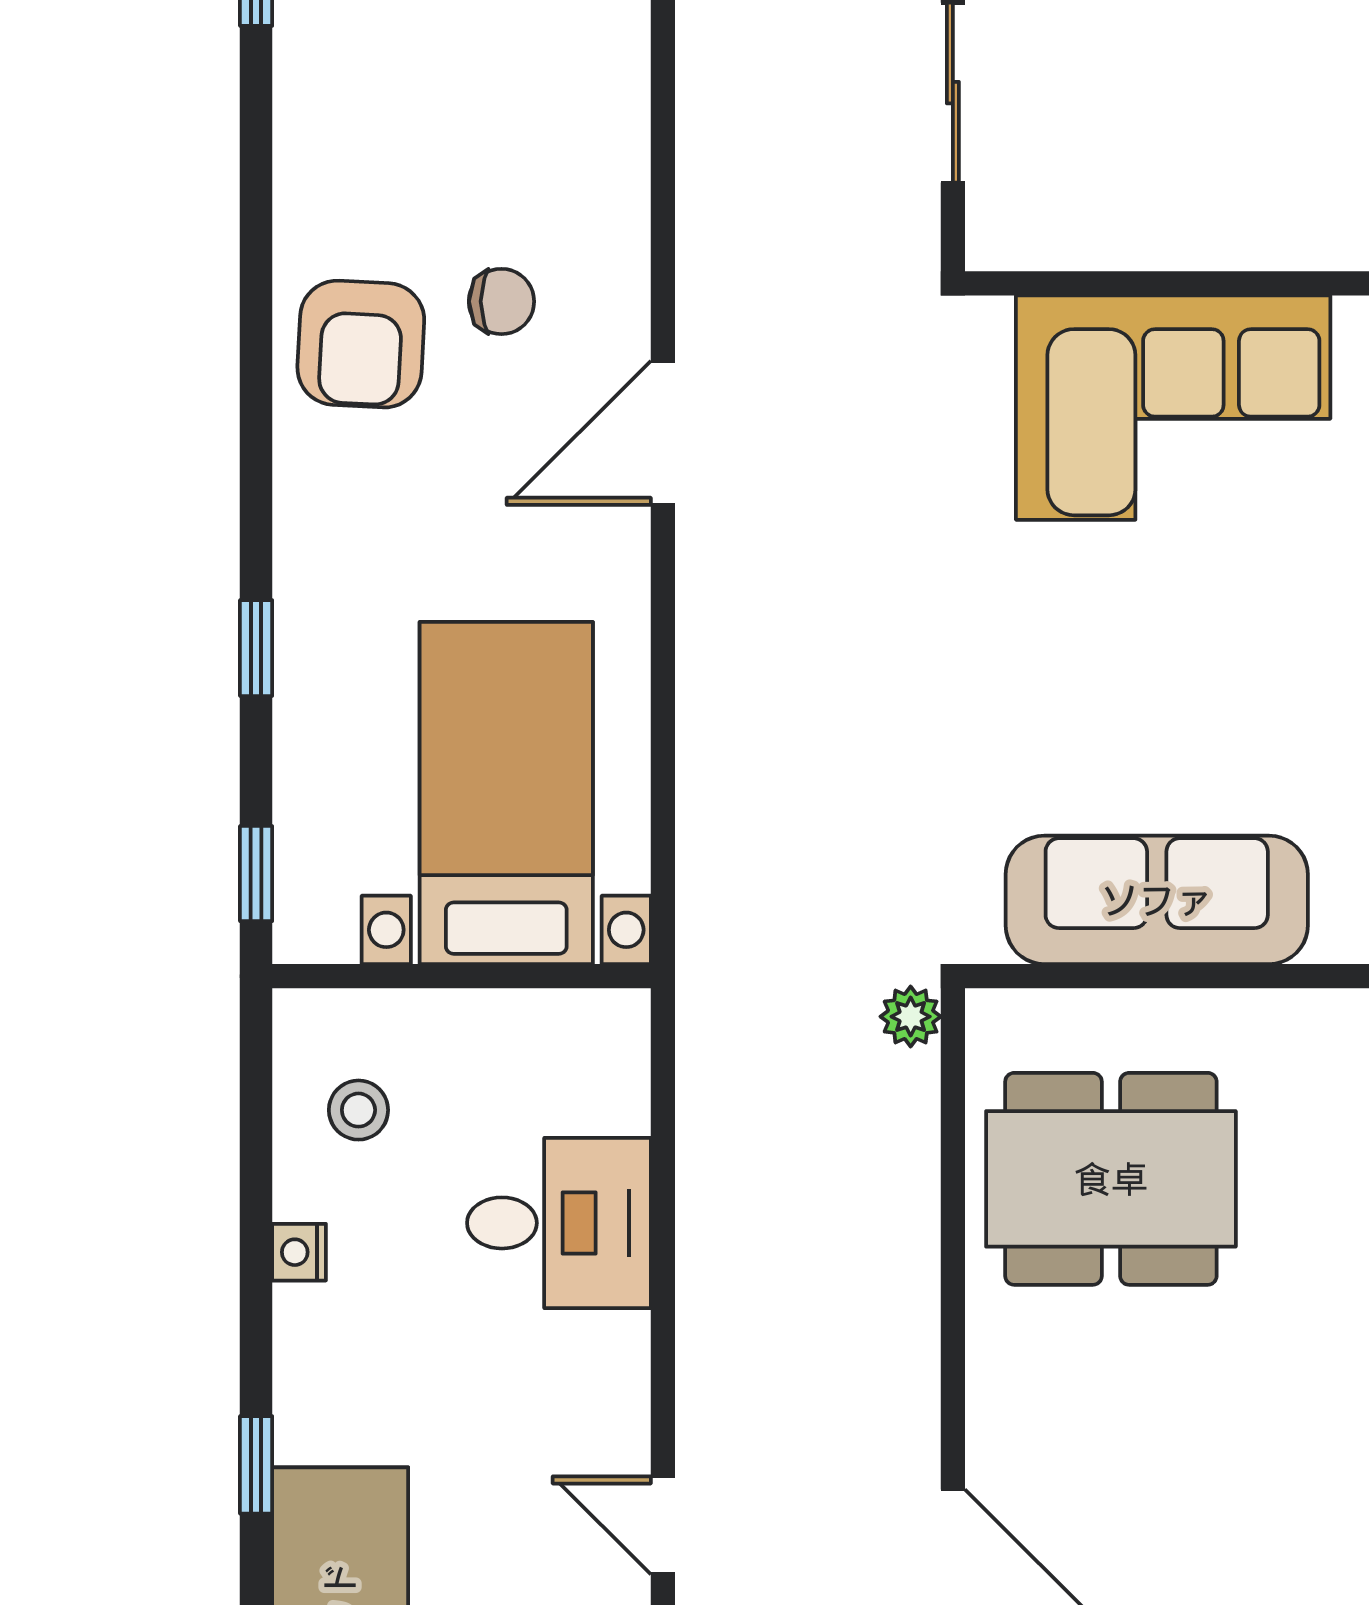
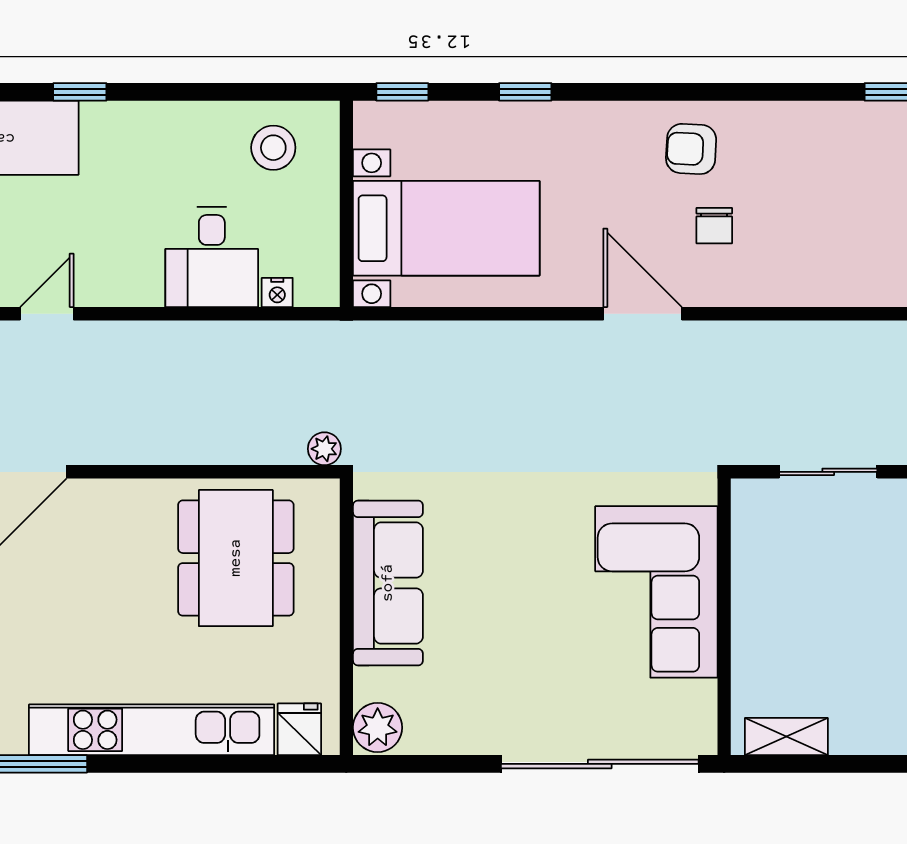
armchair: (361, 344) -> (691, 149), width x0.72, depth x0.72
stool: (358, 1110) -> (273, 148), width x1.37, depth x1.37
nightstand: (299, 1252) -> (277, 292), moved, turned 180

